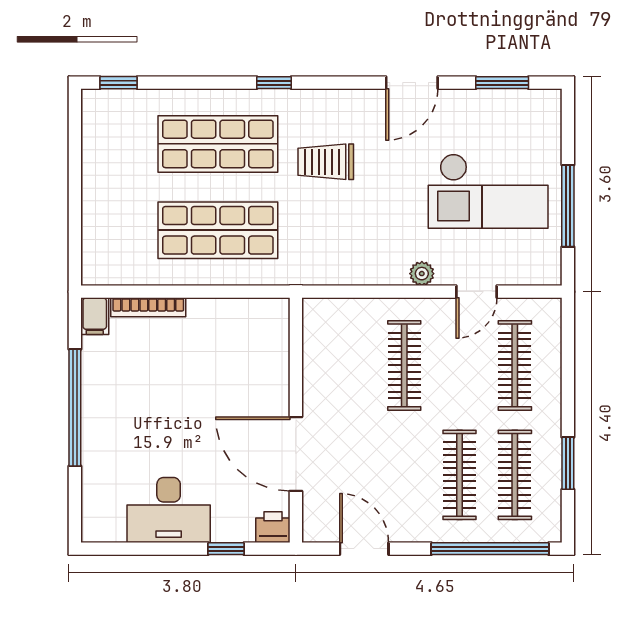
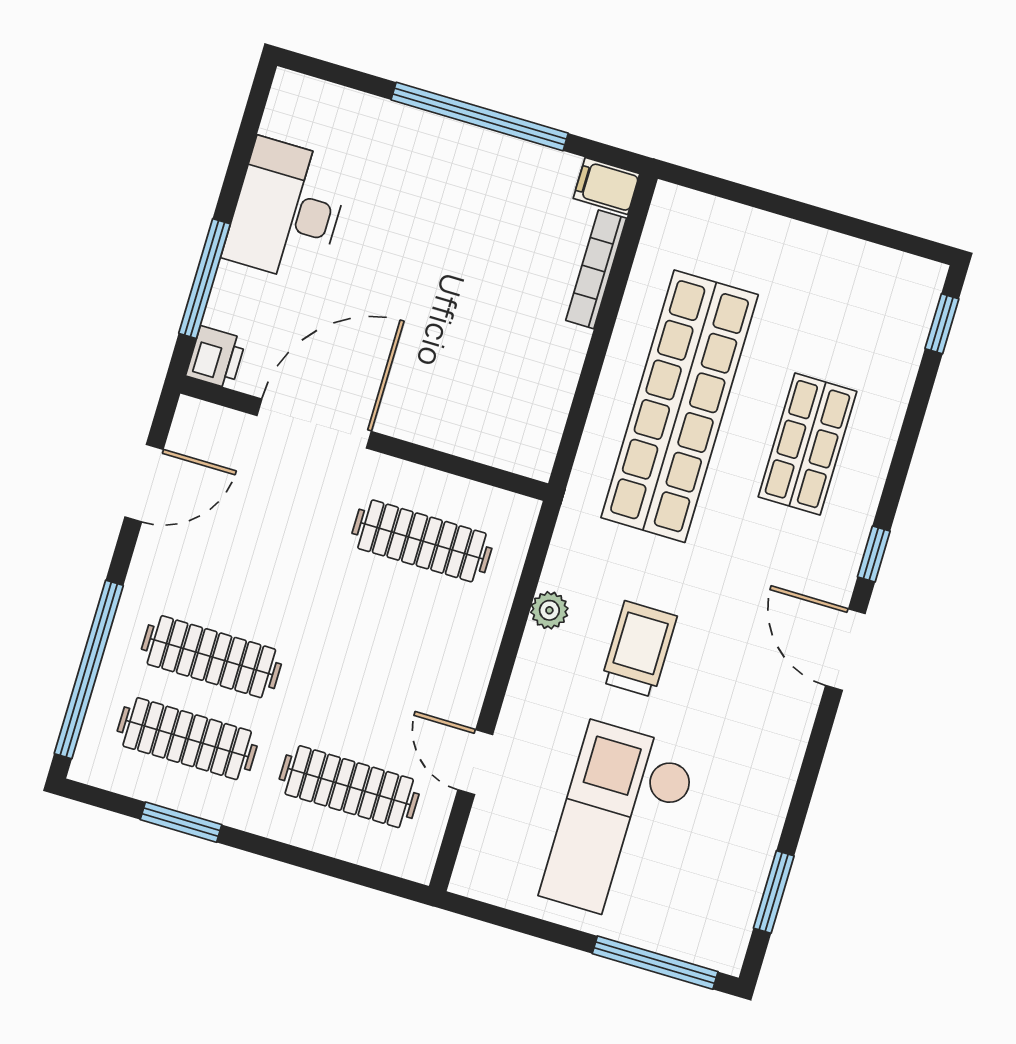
door: (412, 83) -> (845, 650), moved
shop shelf: (218, 144) -> (807, 444), width x0.70, depth x0.74
trolley: (326, 162) -> (639, 649), moved
window: (568, 206) -> (655, 963), moved
shop shelf: (218, 230) -> (680, 406), width x1.40
plant: (422, 274) -> (549, 610), moved
clothes rail: (404, 365) -> (422, 541), moved
window: (226, 549) -> (205, 279), width x2.17

